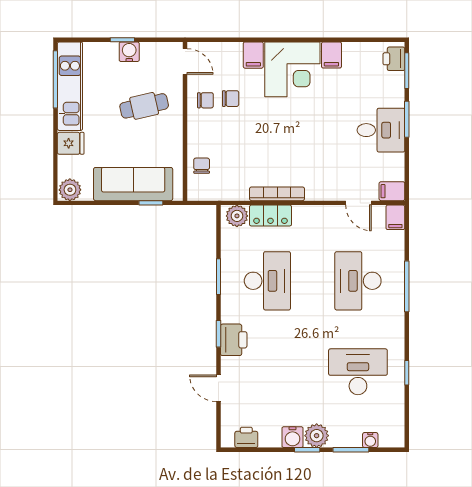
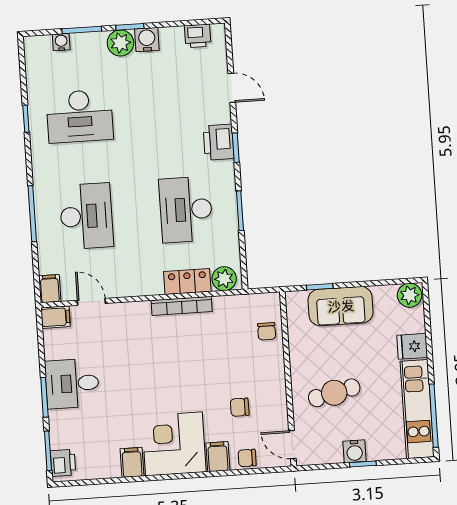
chair: (205, 100) -> (247, 458), moved
sofa: (133, 184) -> (341, 306), width x0.73

